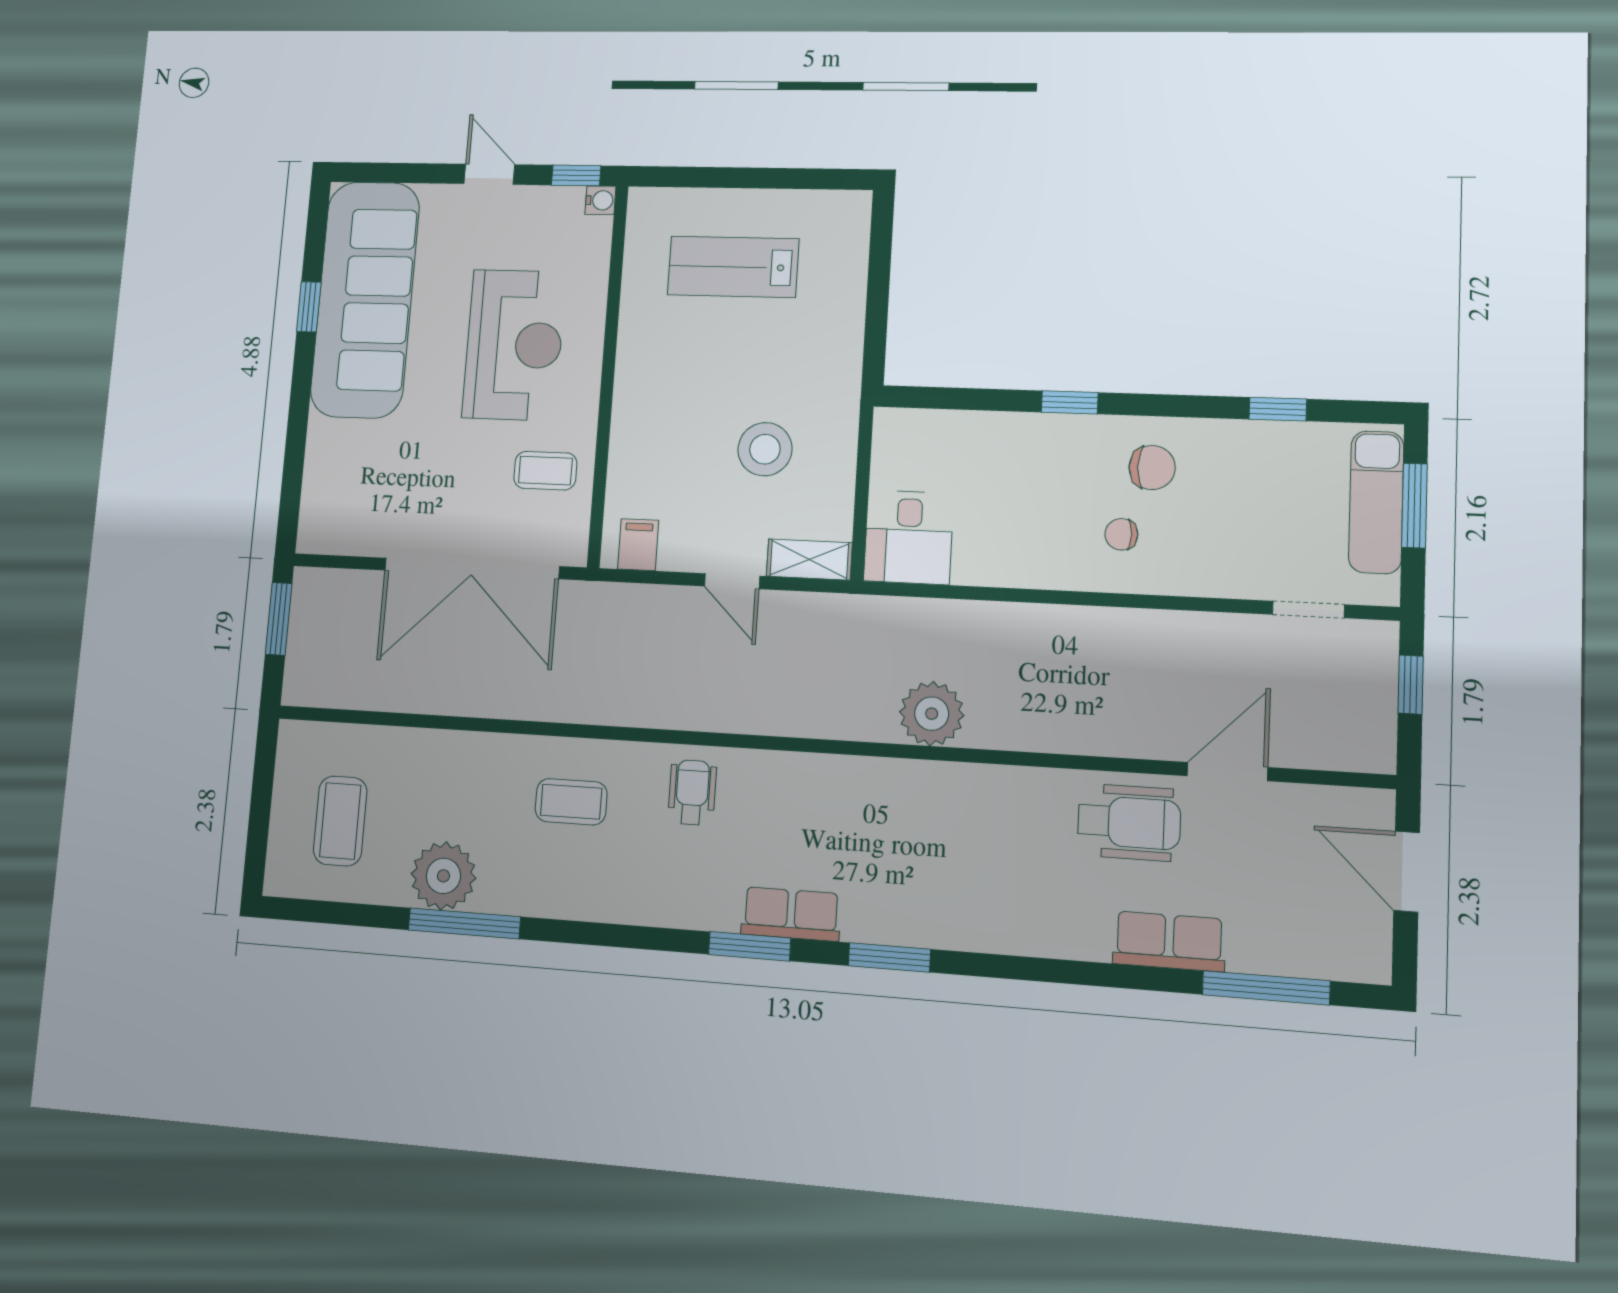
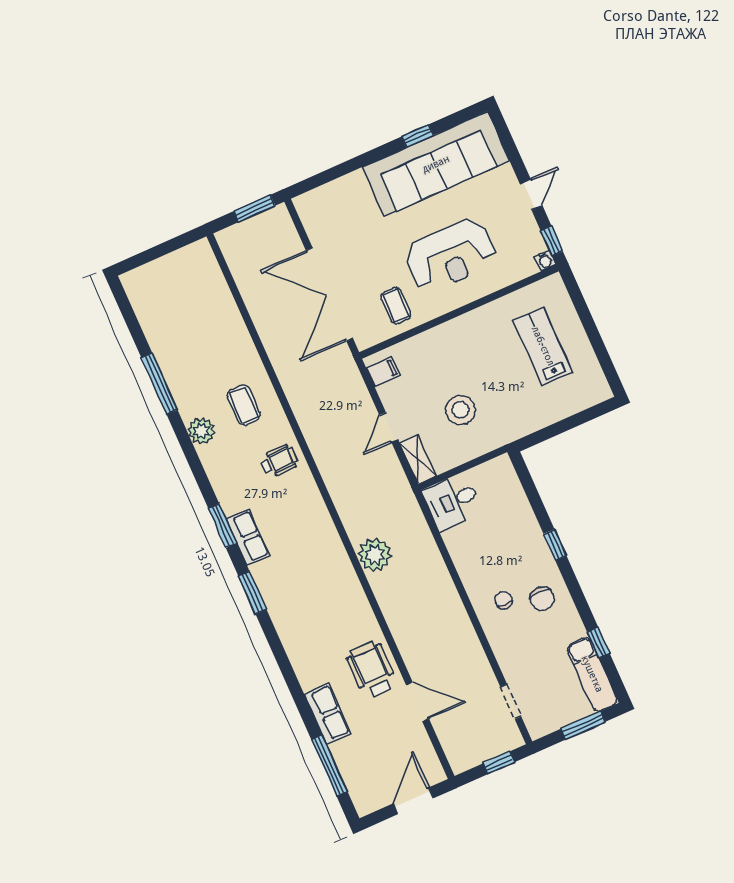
exam couch: (1376, 502) -> (592, 674), moved, turned -90
coffee table: (340, 821) -> (174, 295), removed
wheelchair: (1129, 822) -> (372, 670), turned 180
plant: (443, 876) -> (202, 431), moved, width x0.73, depth x0.73

